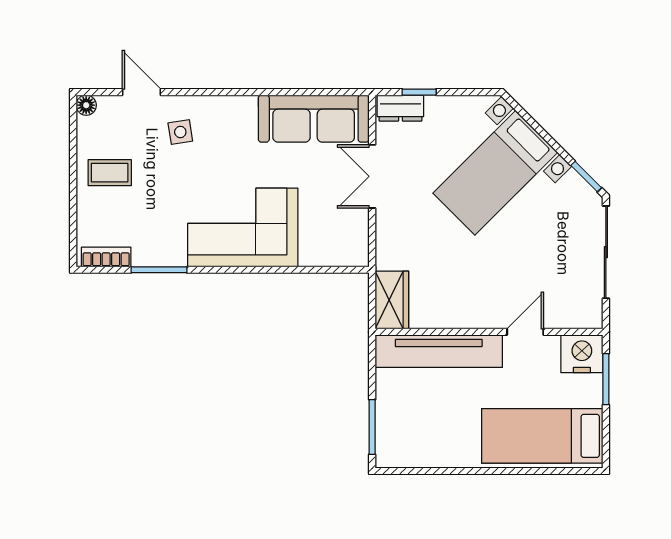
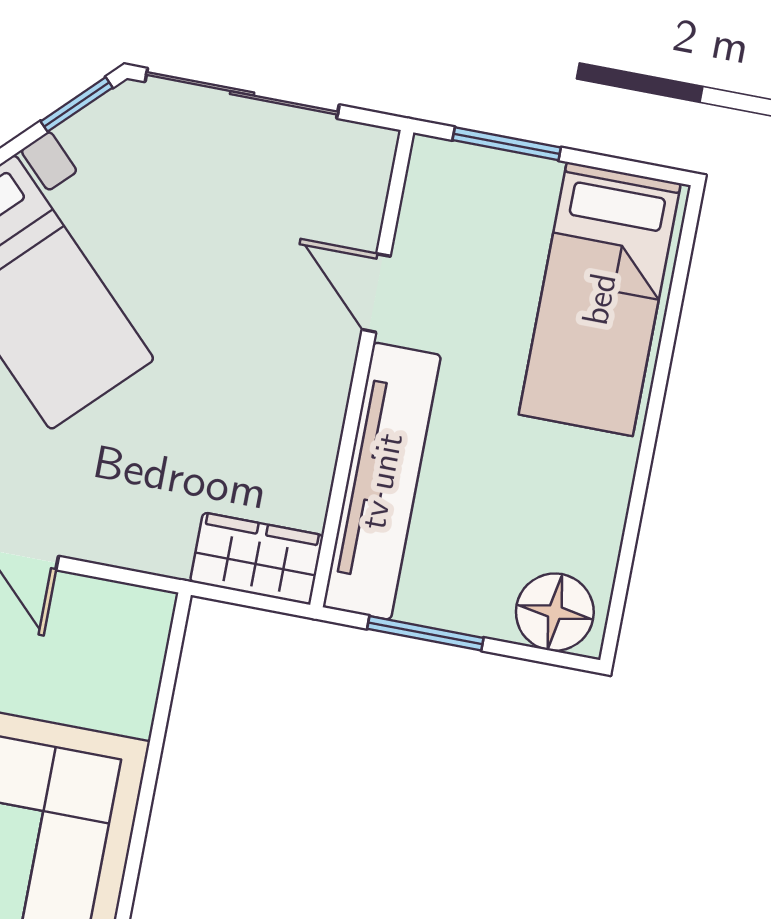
nightstand: (582, 354) -> (444, 184), removed
window: (372, 427) -> (425, 633), moved
floor lamp: (393, 443) -> (555, 612), added

